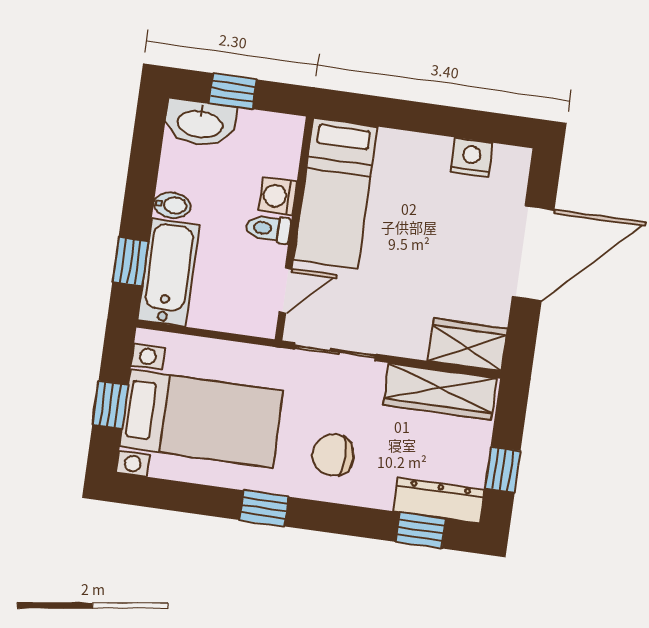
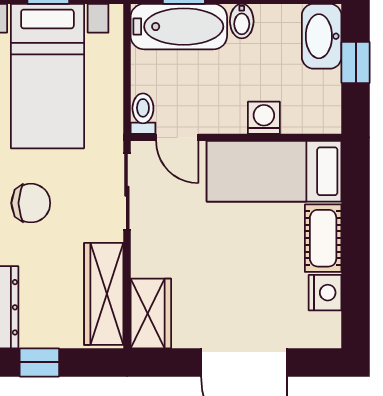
cot: (414, 151) -> (323, 238), added
toilet: (269, 229) -> (143, 114), moved
chair: (333, 455) -> (31, 203), turned 90

